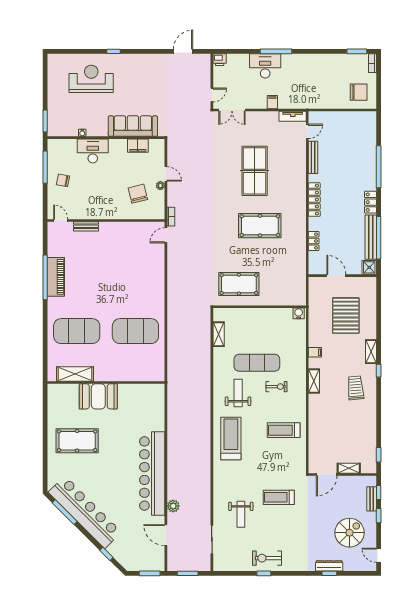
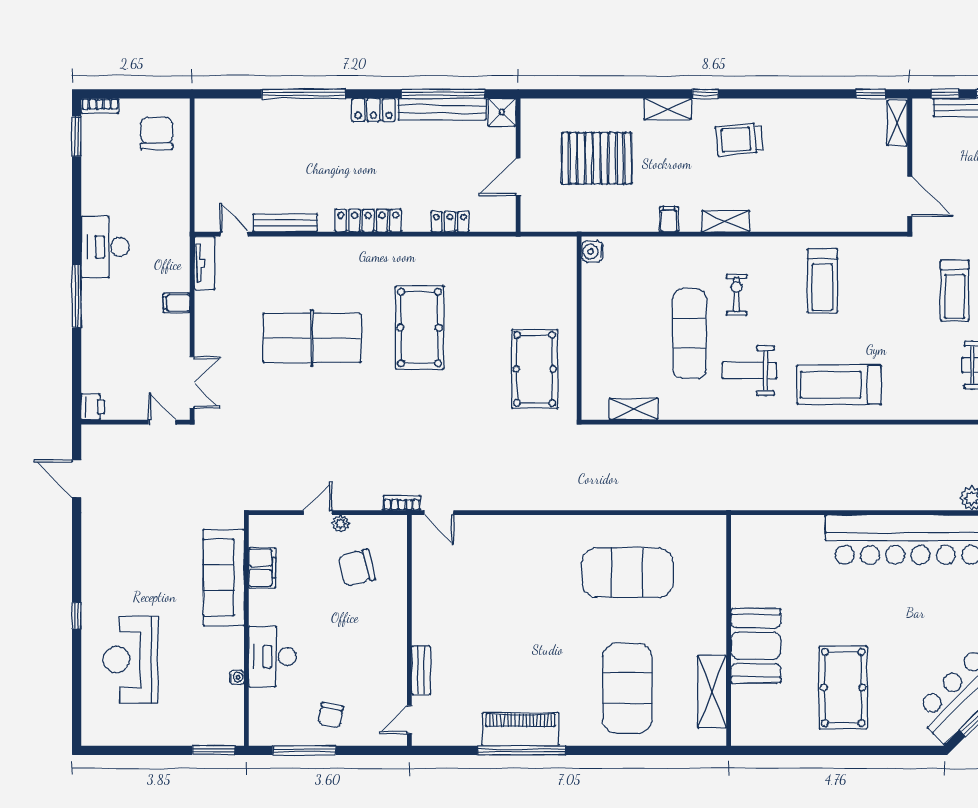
desk: (265, 66) -> (105, 247), moved
exercise mat: (135, 331) -> (627, 573), turned 90
shelving: (349, 468) -> (897, 123), moved

